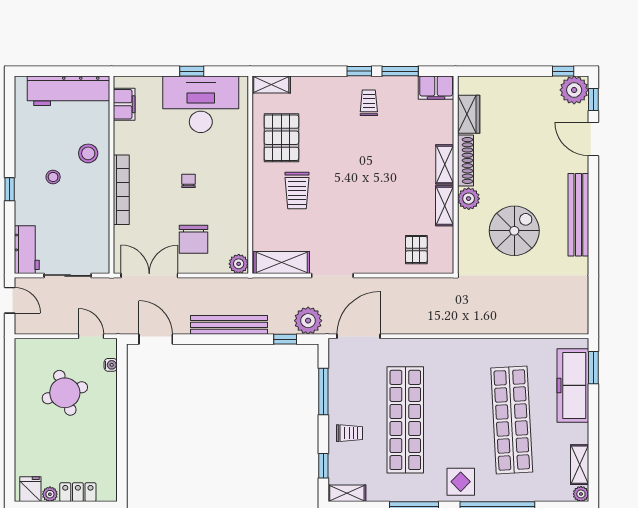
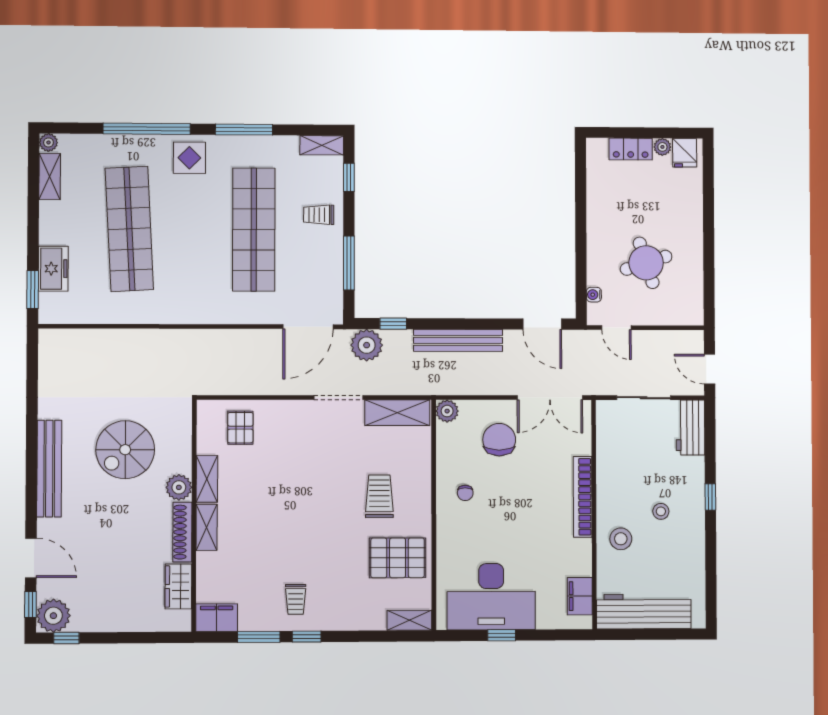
pallet: (281, 138) -> (398, 558), turned 90
chair: (189, 181) -> (465, 493), moved
freezer: (573, 385) -> (53, 269), width x0.52, depth x0.79

